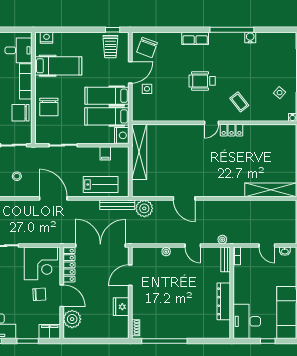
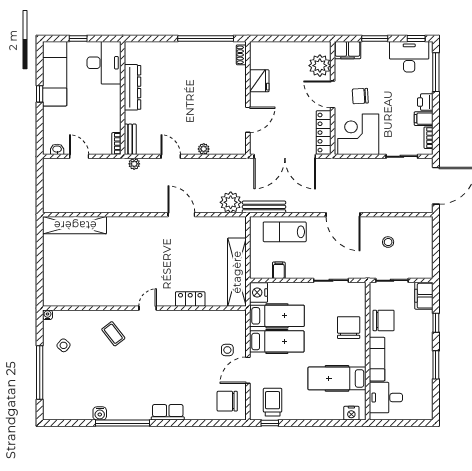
chair: (147, 47) -> (227, 401), turned -110
wheelchair: (202, 81) -> (159, 360), removed
locker: (232, 130) -> (190, 299), moved

